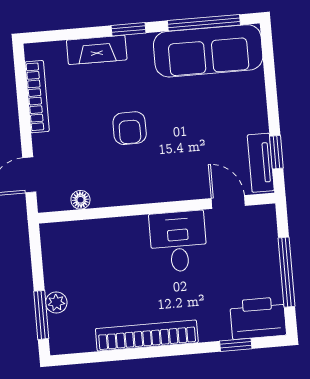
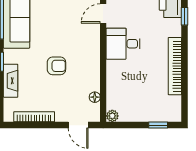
plant: (56, 303) -> (112, 116), moved
window: (41, 315) -> (158, 125), width x0.67

